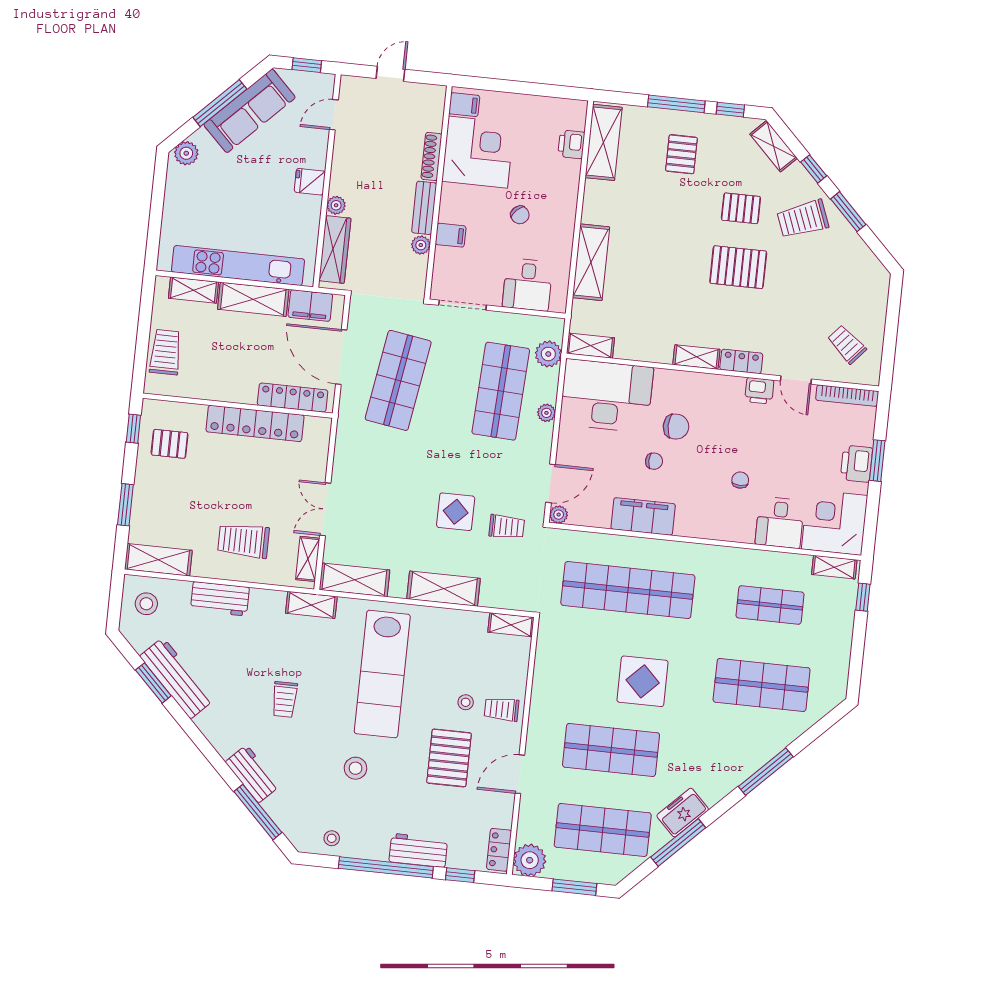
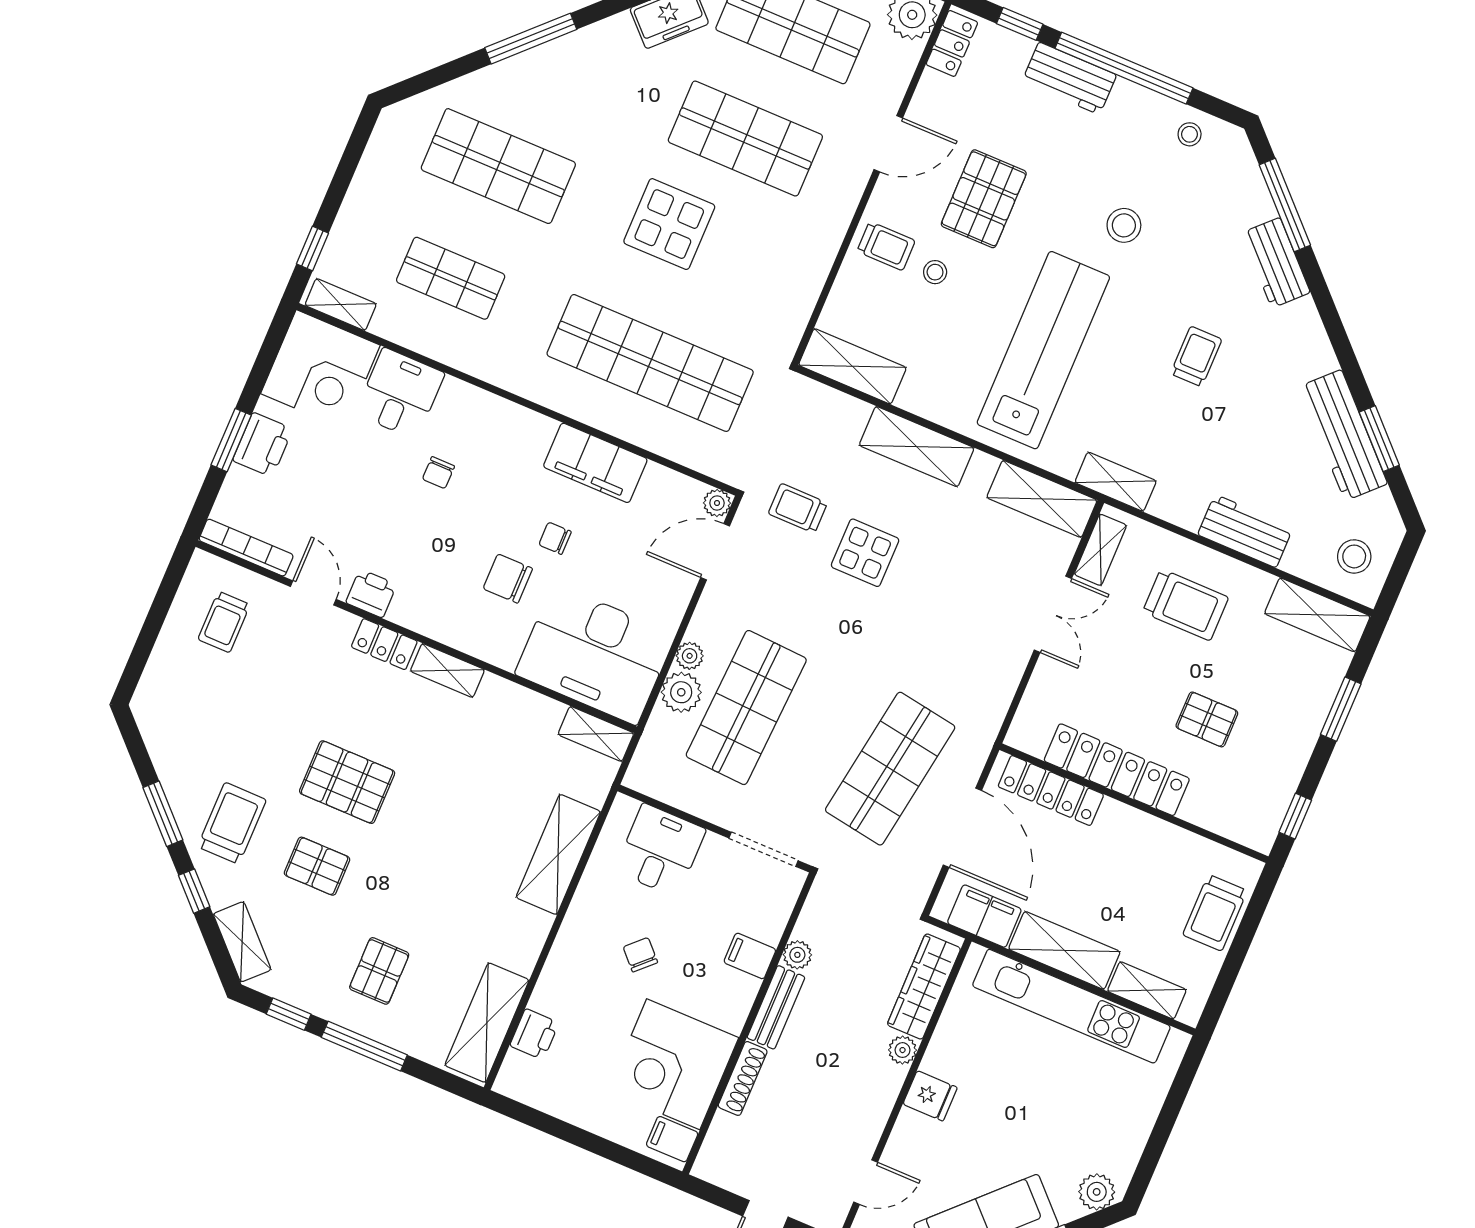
trolley: (803, 219) -> (232, 823), turned -69
trolley: (847, 344) -> (224, 622), turned 49
plant: (548, 354) -> (681, 692), moved
pallet: (170, 444) -> (1207, 719), moved
shelving: (511, 625) -> (852, 366), width x1.50, depth x1.33

